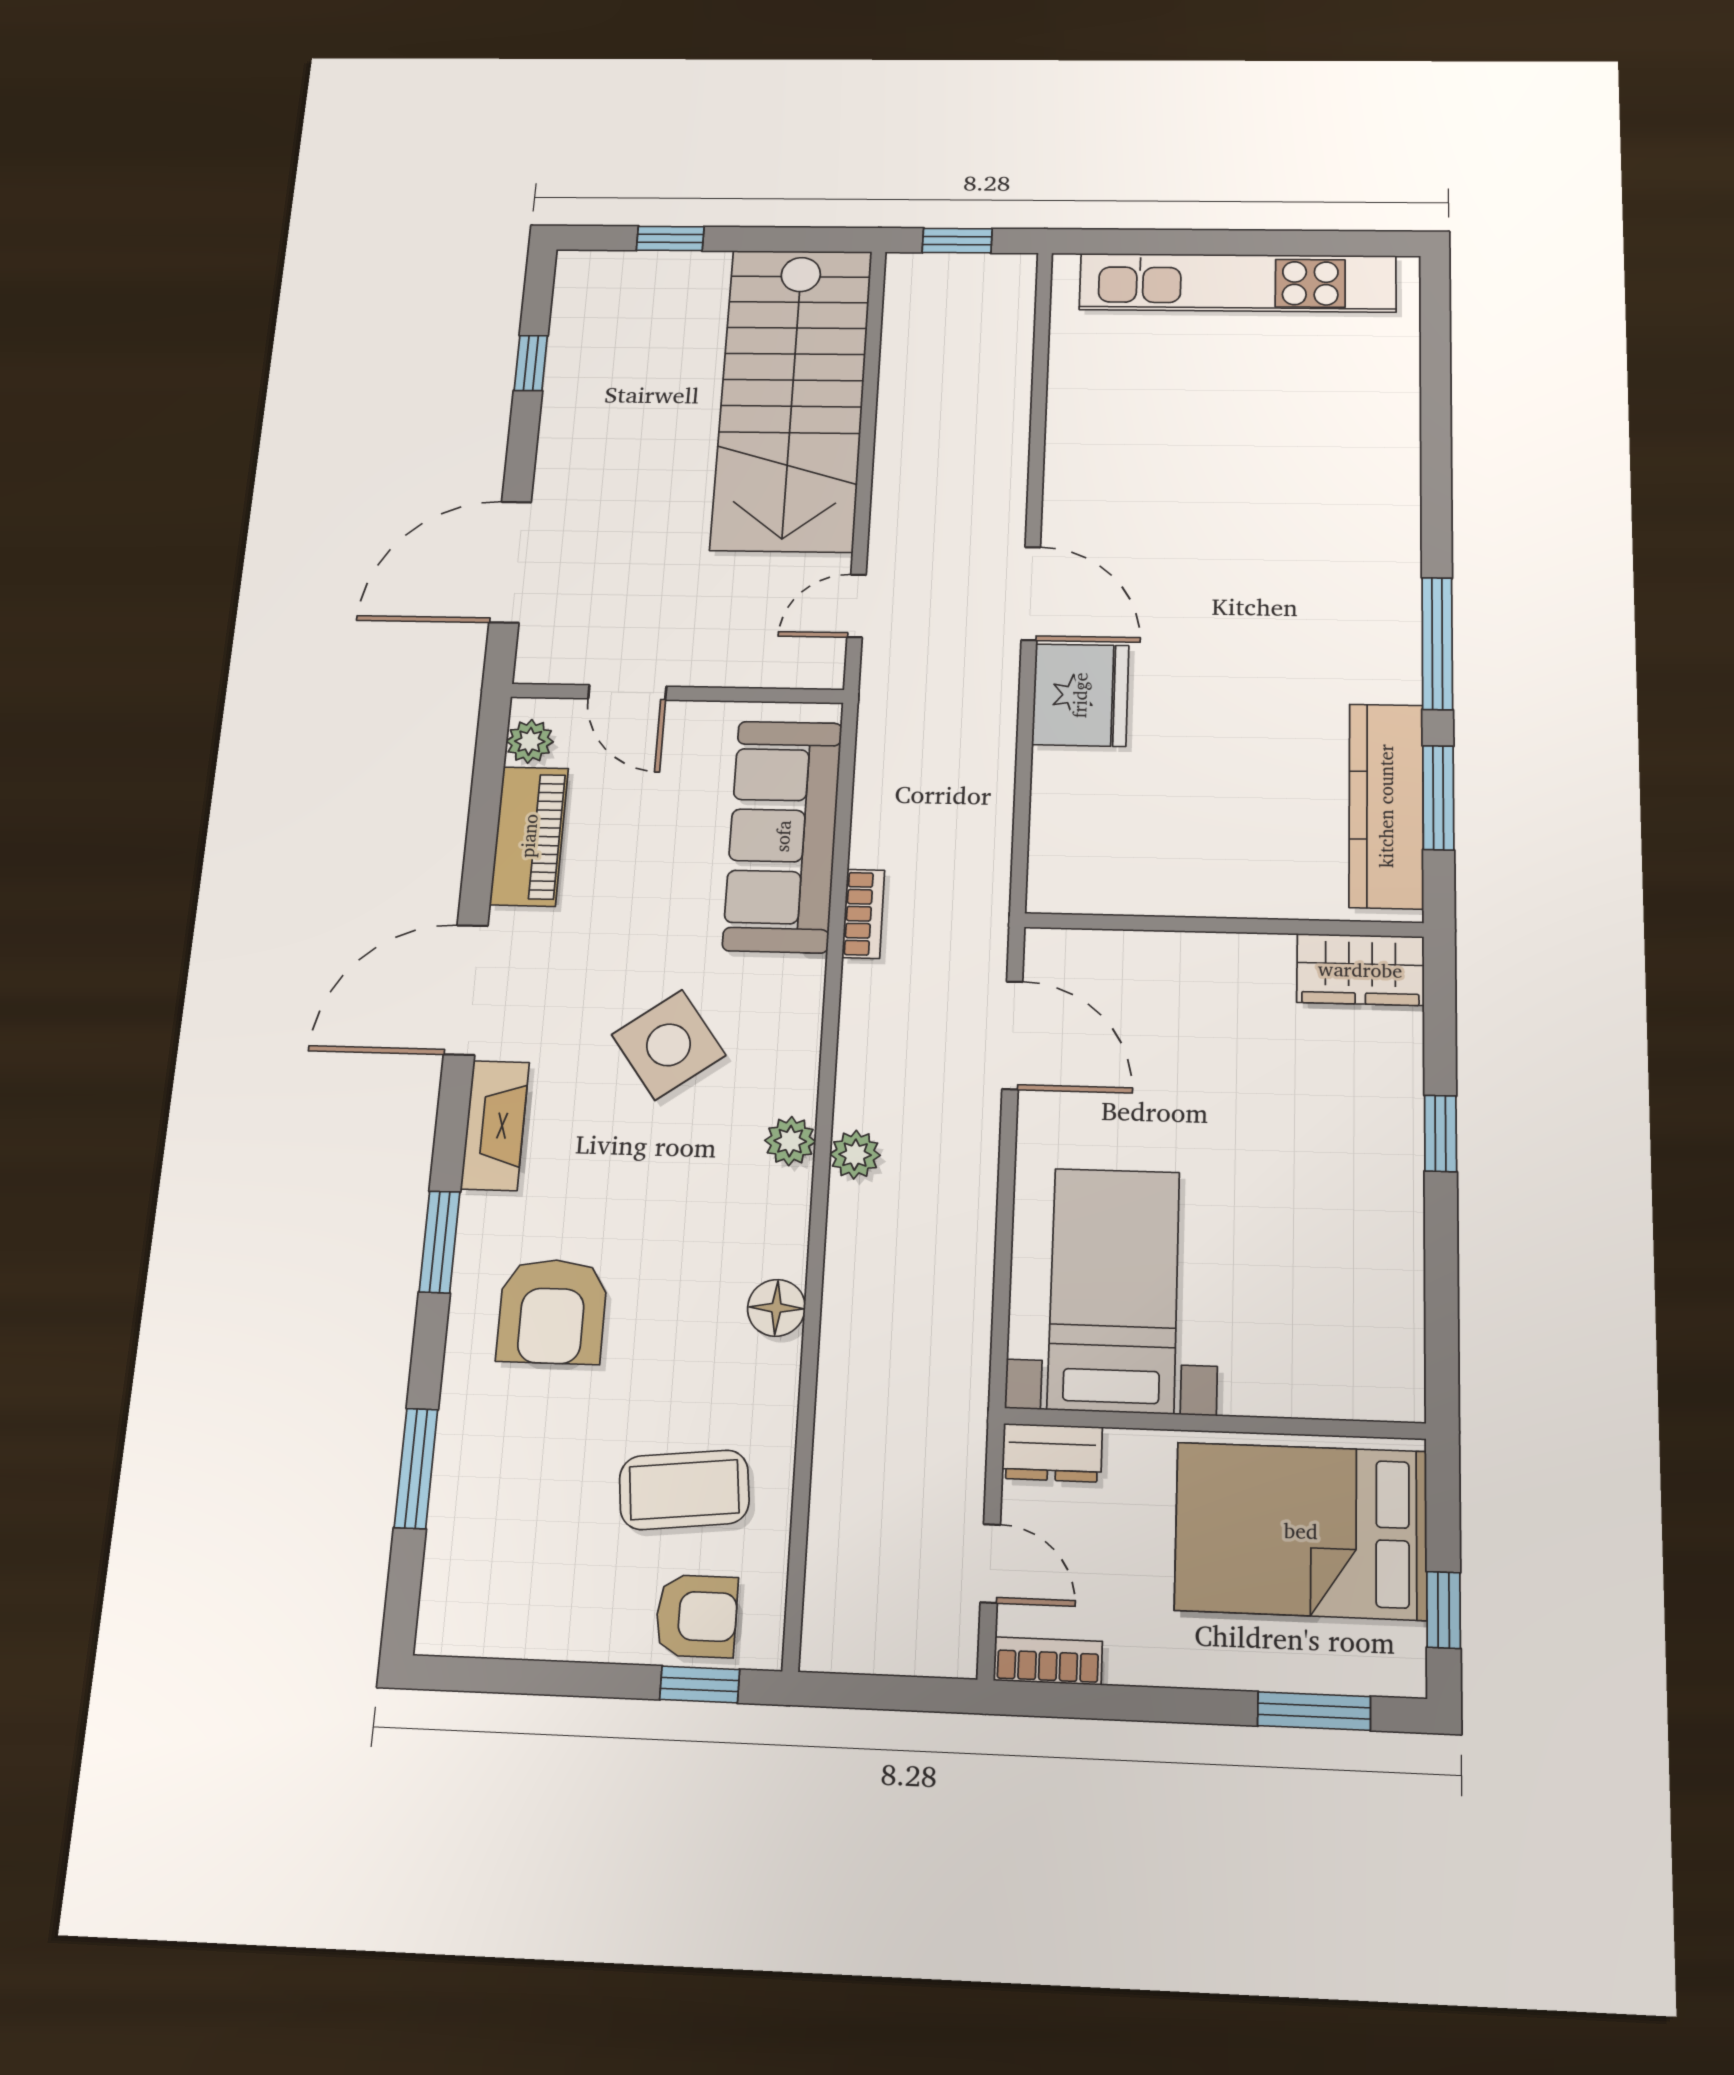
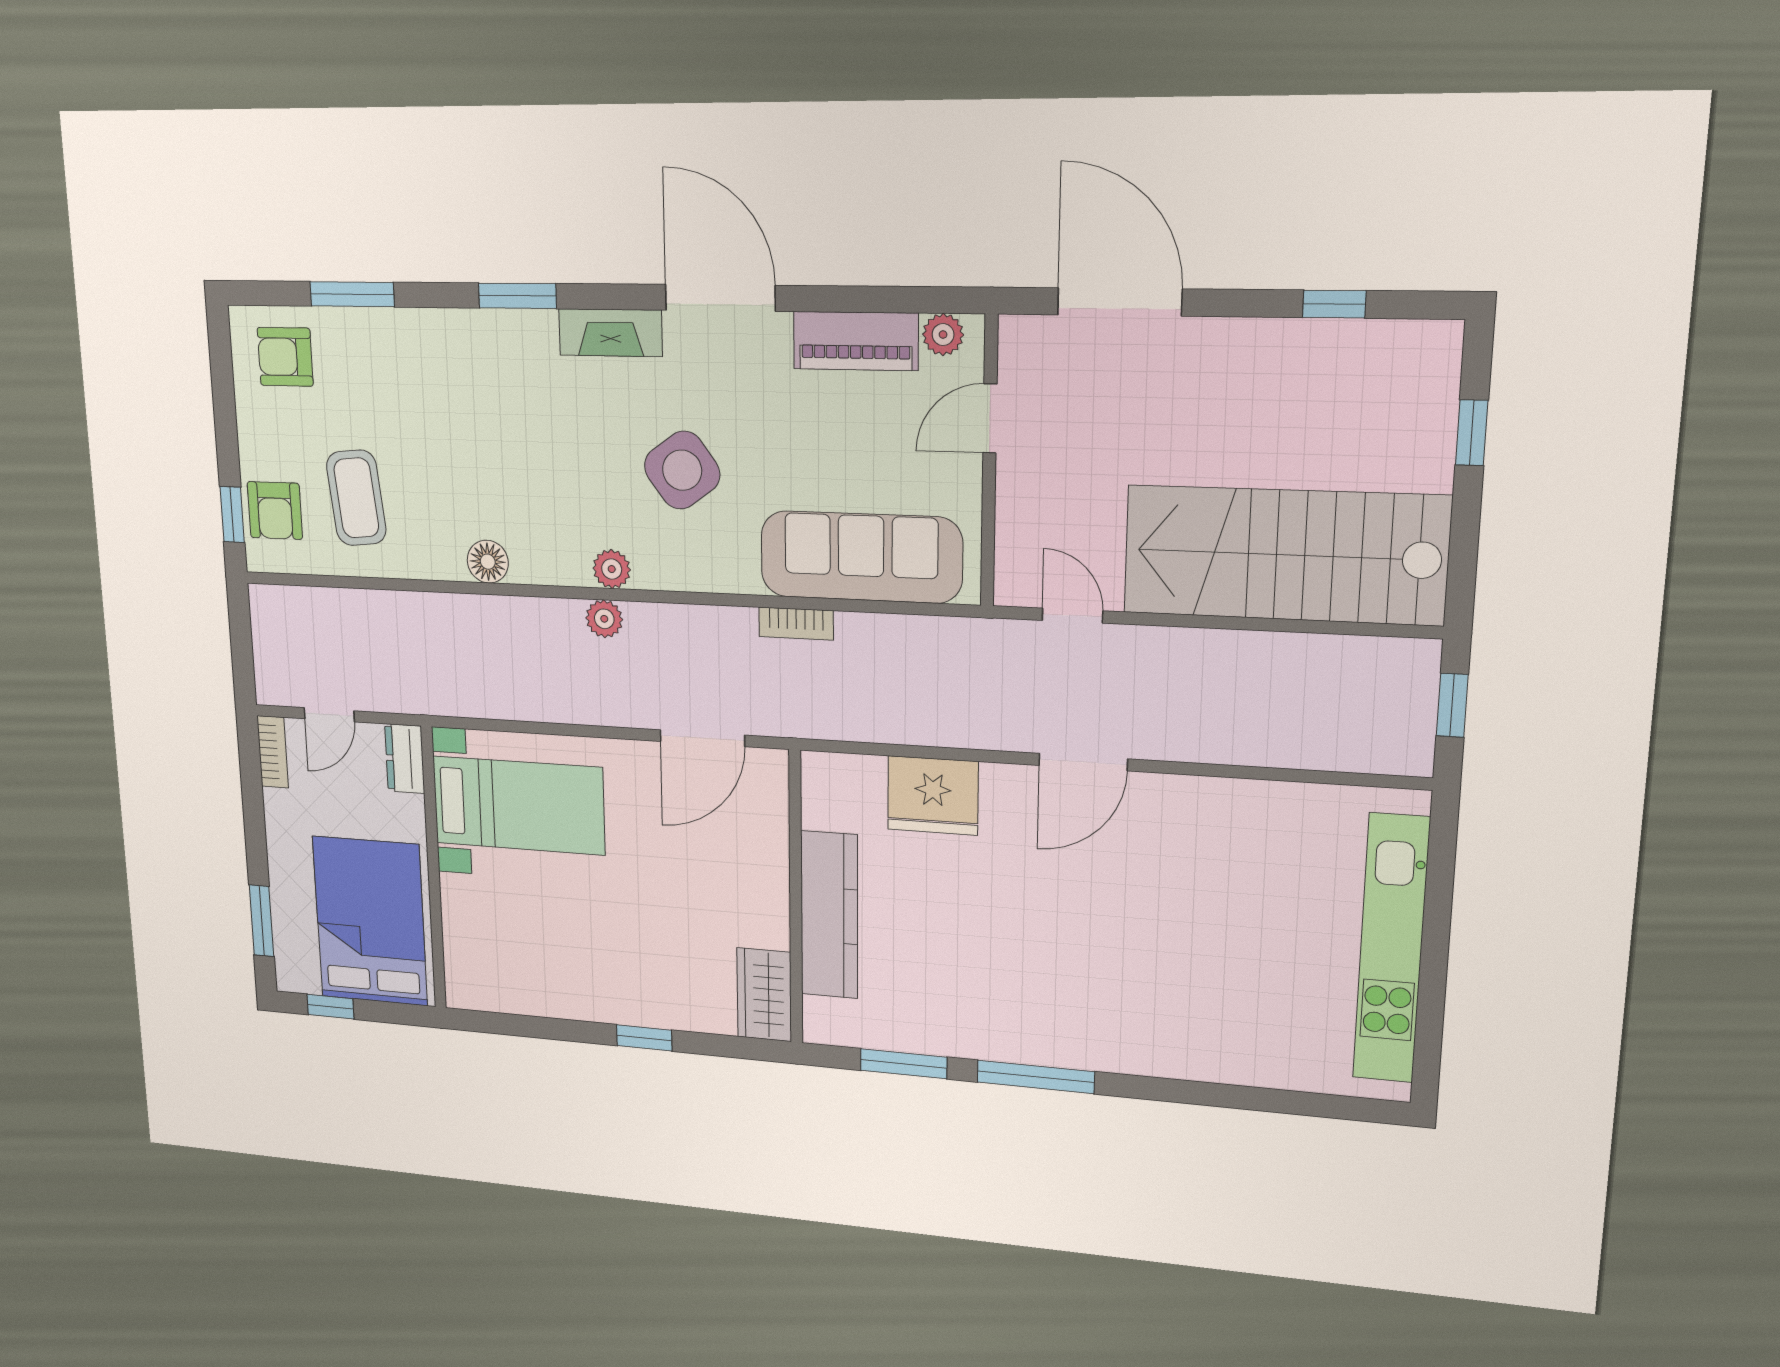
fridge: (1080, 695) -> (933, 796), moved
kitchen counter: (1386, 806) -> (829, 915), moved, turned 90
armchair: (552, 1311) -> (285, 357), moved, width x0.72, depth x0.72

